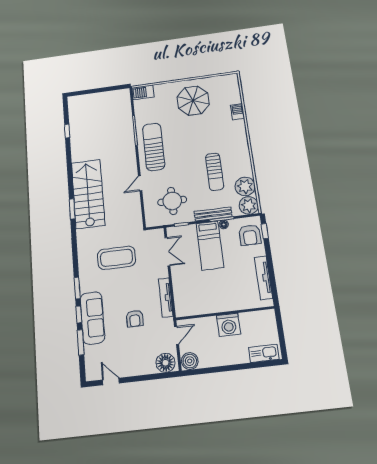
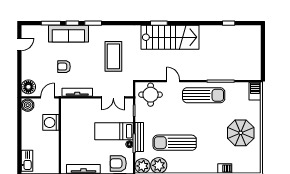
sun lounger: (215, 172) -> (175, 143), width x1.36, depth x1.34
round table: (172, 201) -> (151, 95), moved
washing machine: (229, 325) -> (51, 122), moved
door: (177, 335) -> (48, 97), swing flipped

